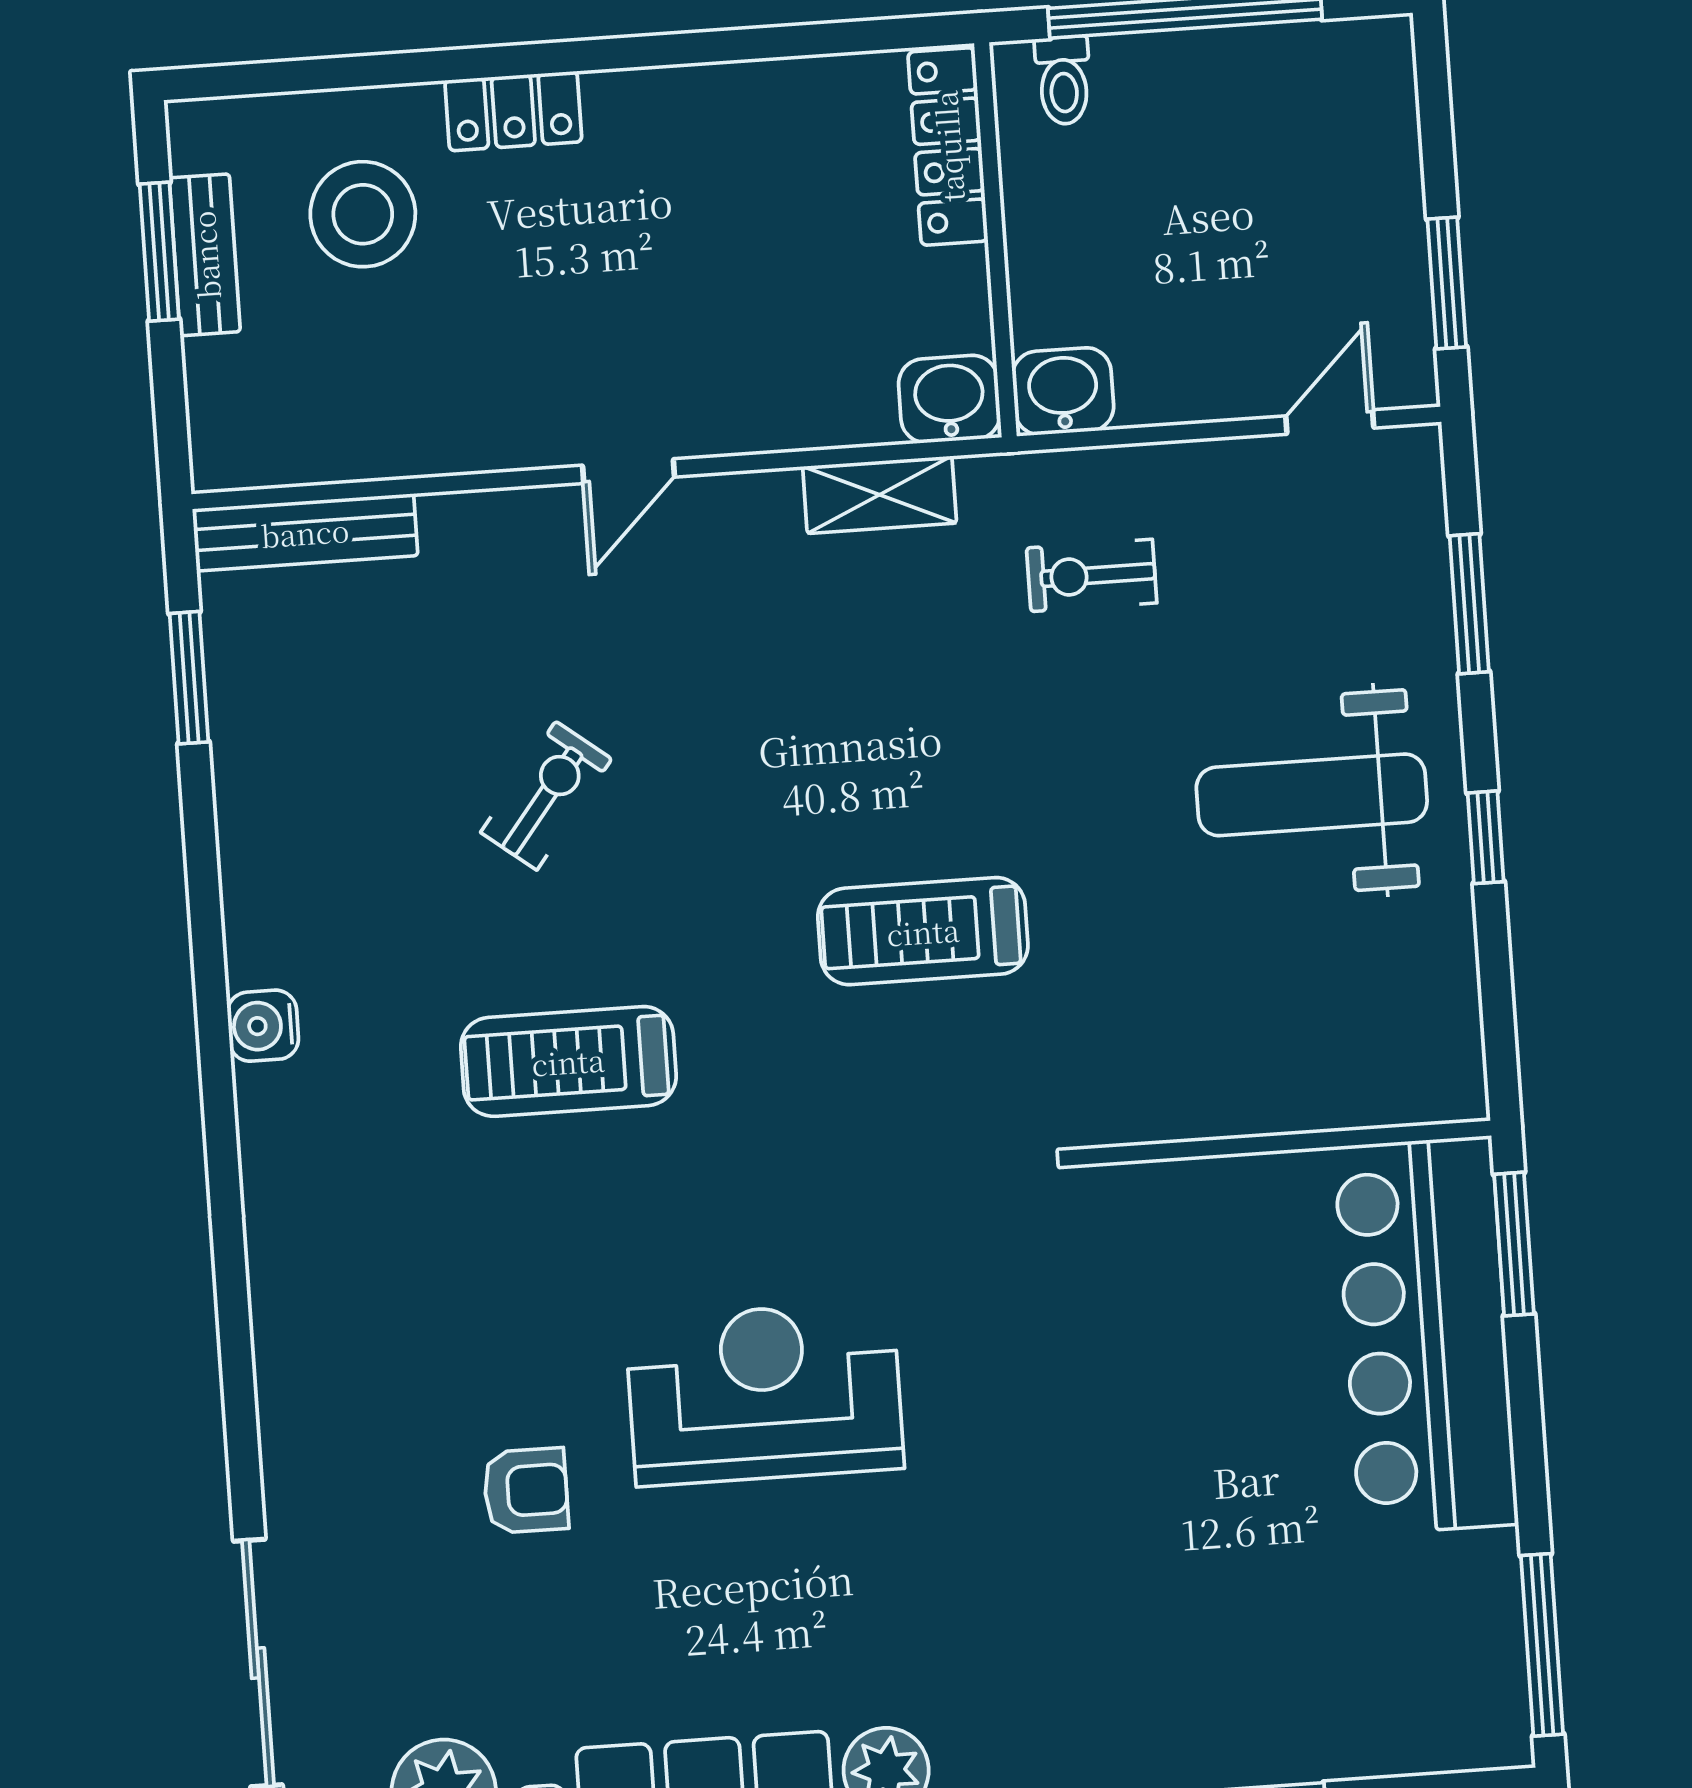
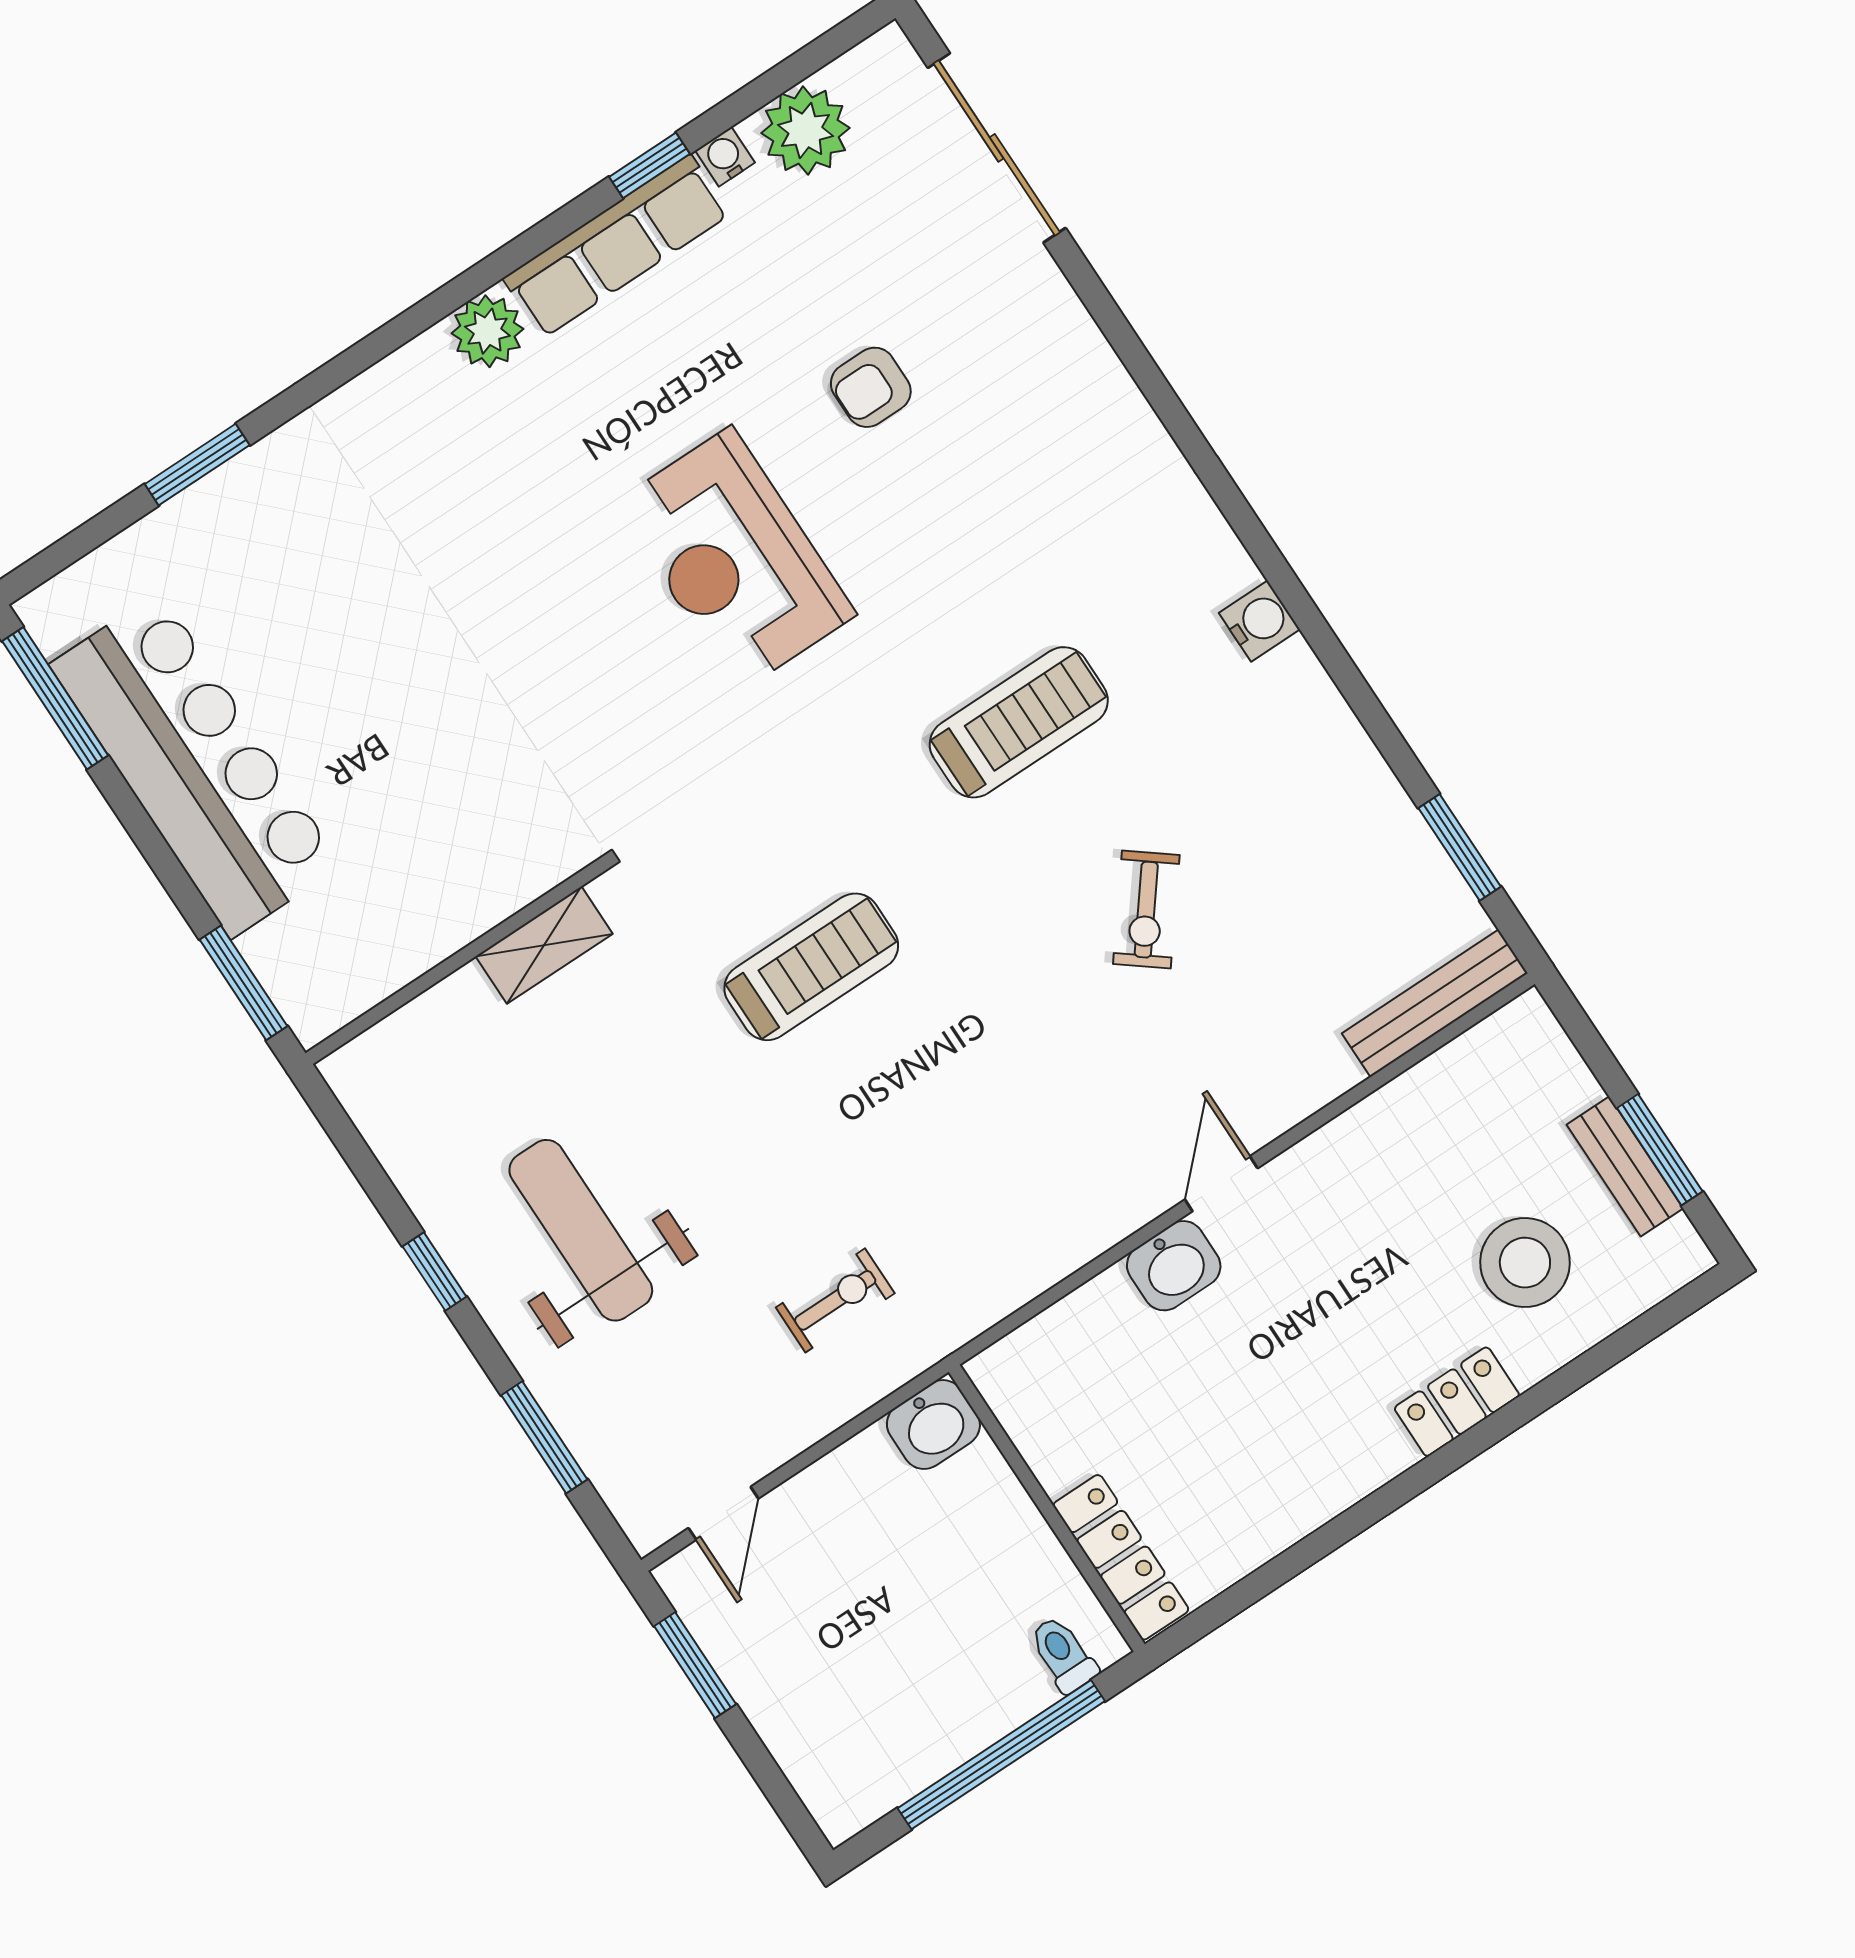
washbasin: (949, 399) -> (1174, 1266), moved
shelving: (880, 495) -> (544, 945), moved
weight bench: (1312, 795) -> (581, 1230), turned -90
bar counter: (1426, 1335) -> (195, 765), moved
reception desk: (764, 1393) -> (735, 559), turned 90

